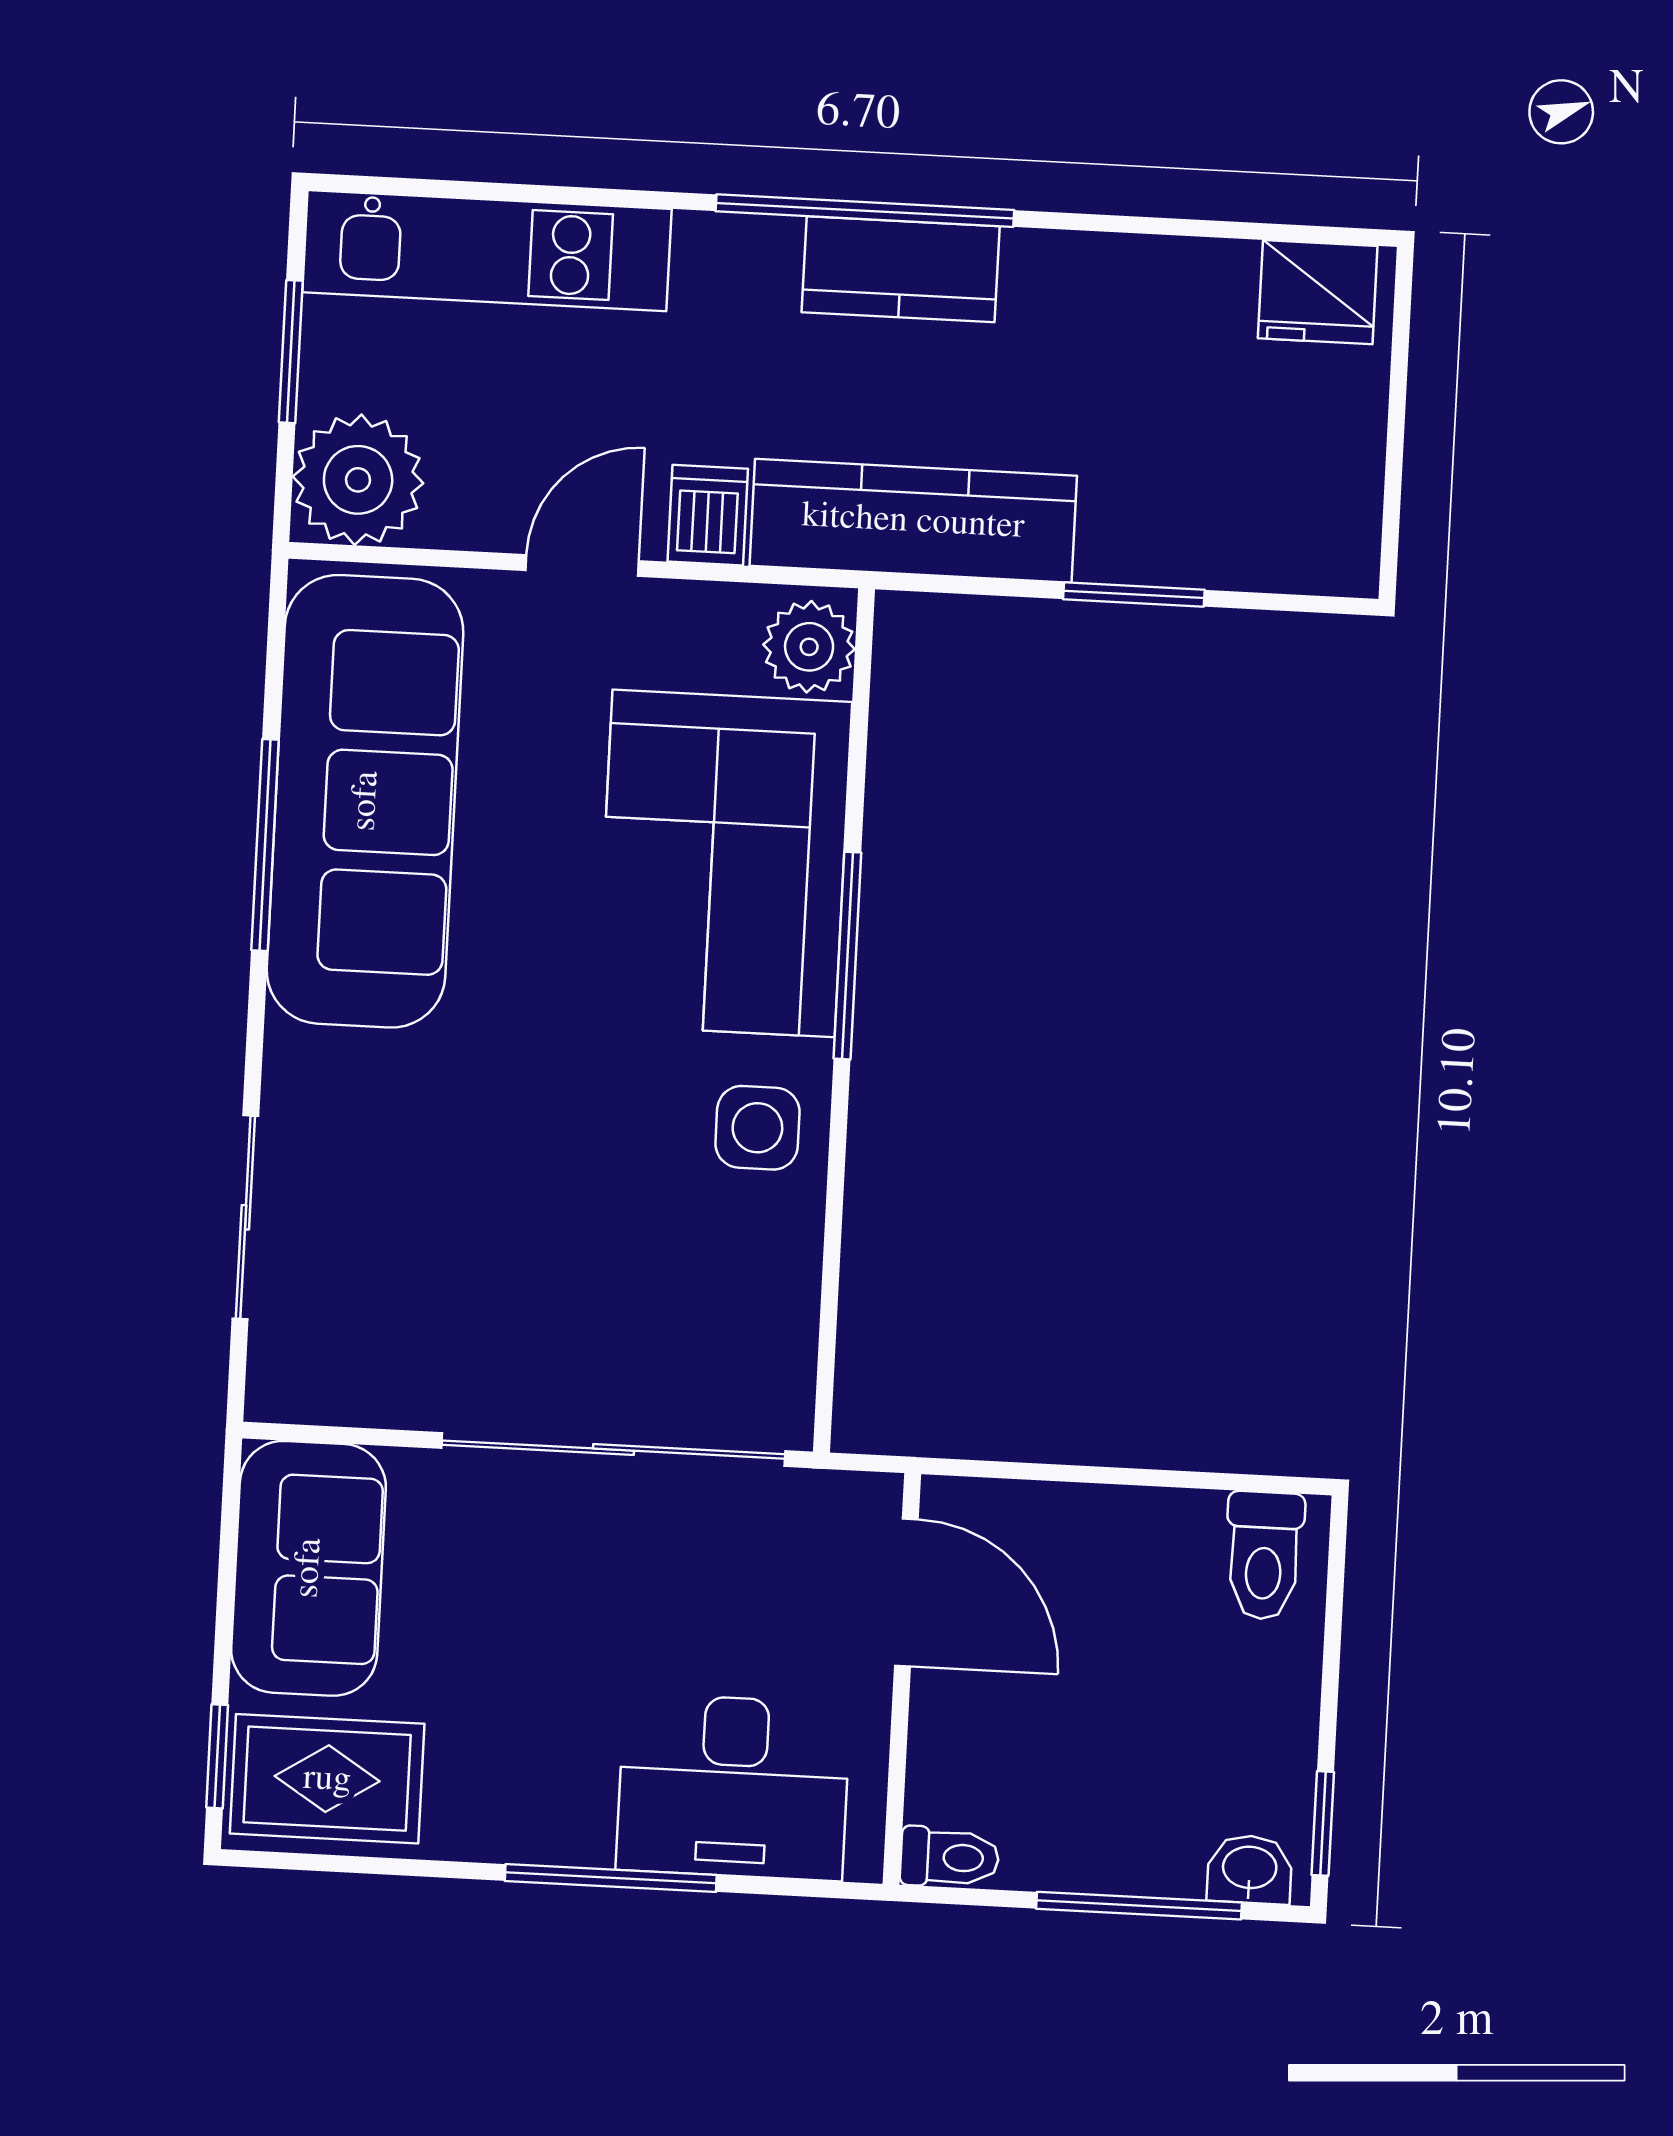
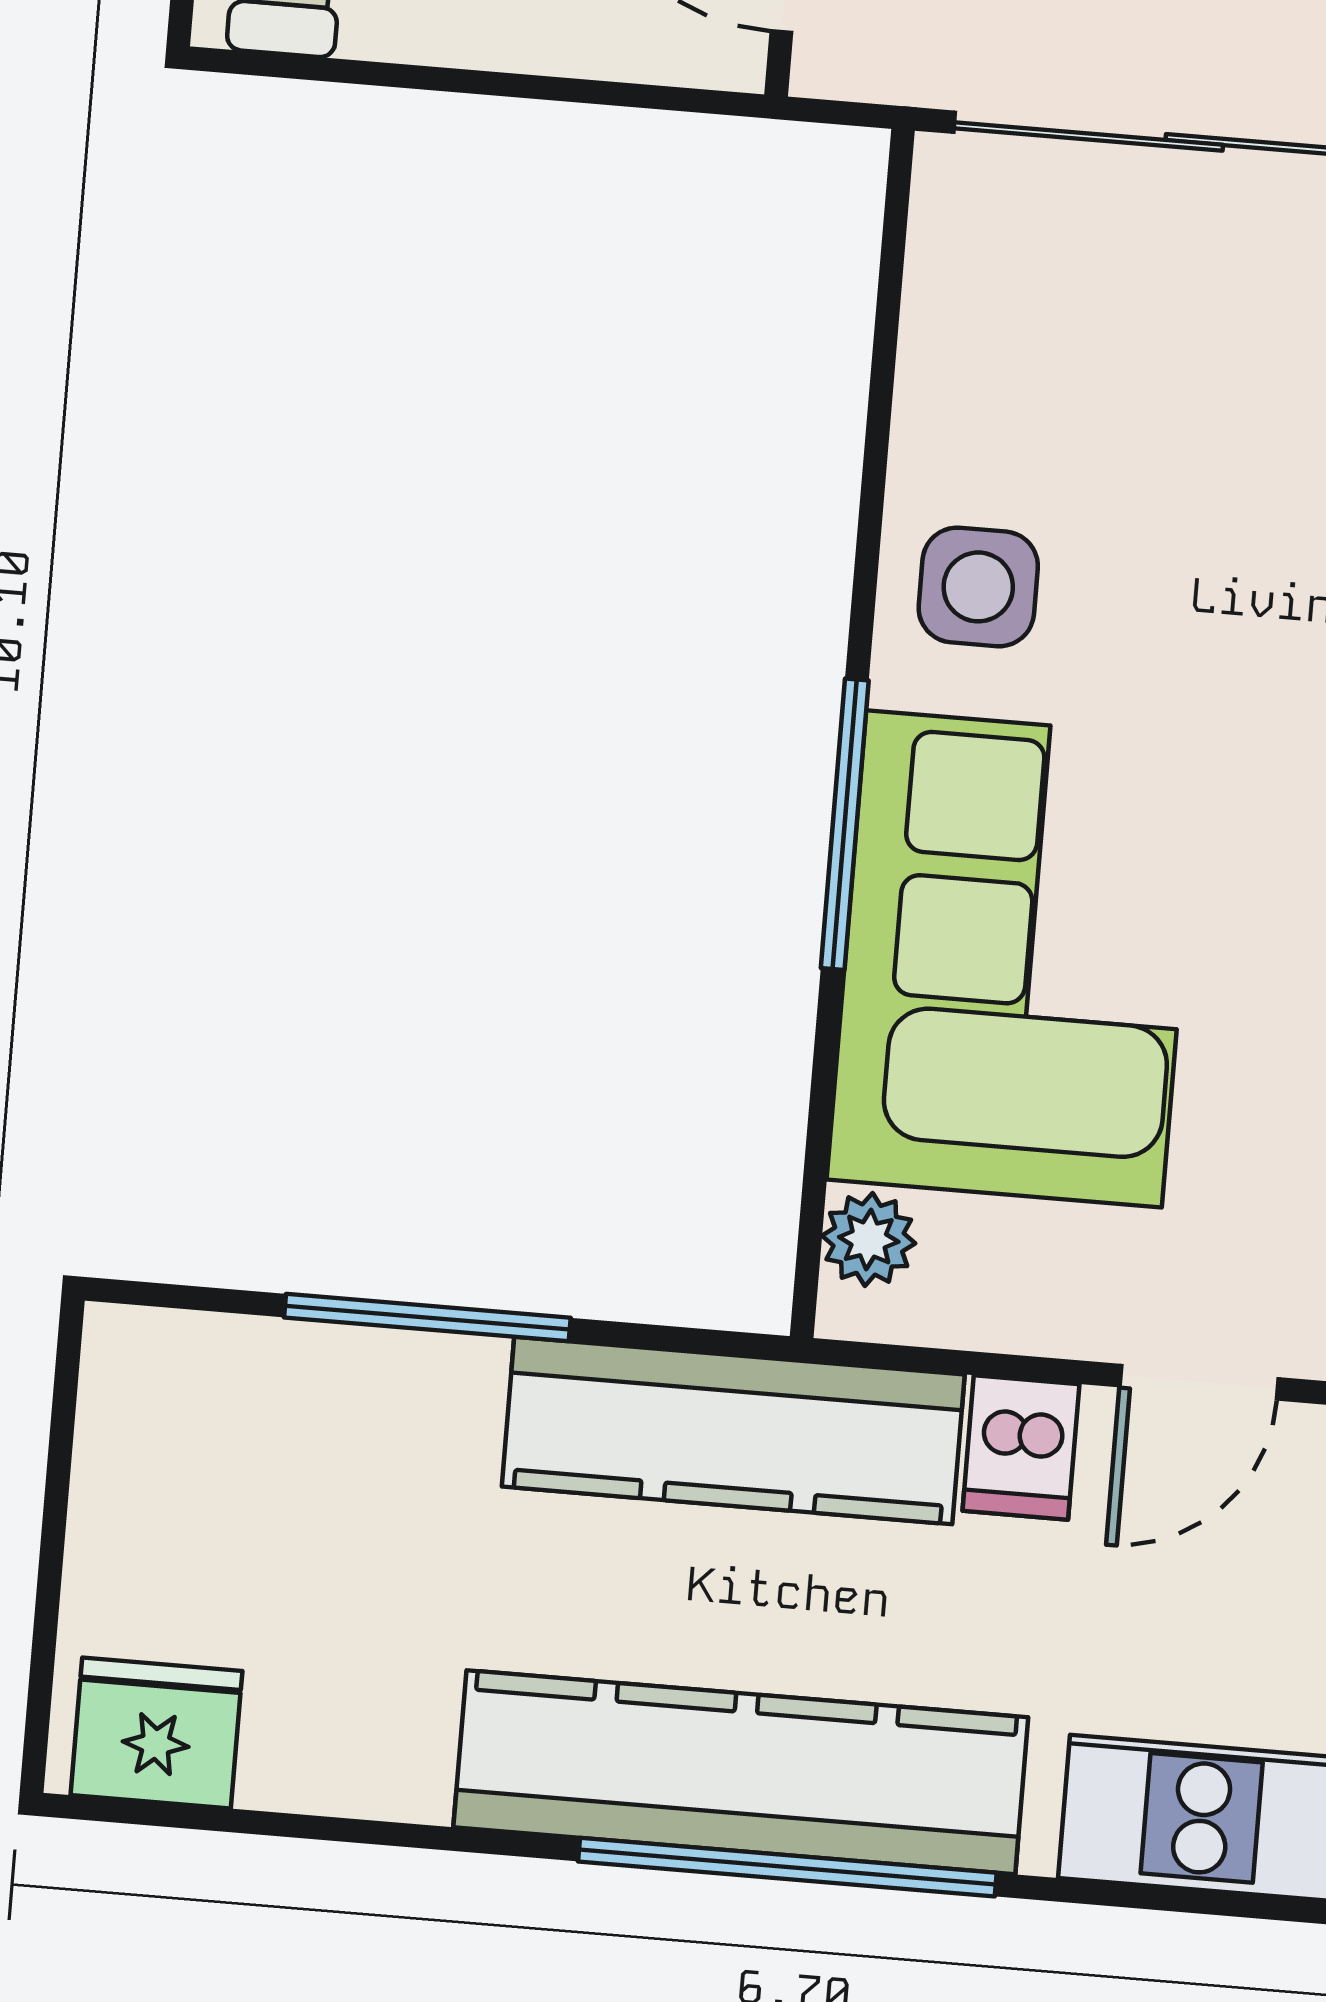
kitchen counter: (901, 269) -> (741, 1772), width x2.08, depth x1.17
window: (1134, 594) -> (427, 1318), width x1.44
plant: (809, 647) -> (869, 1239), width x0.73, depth x0.73

